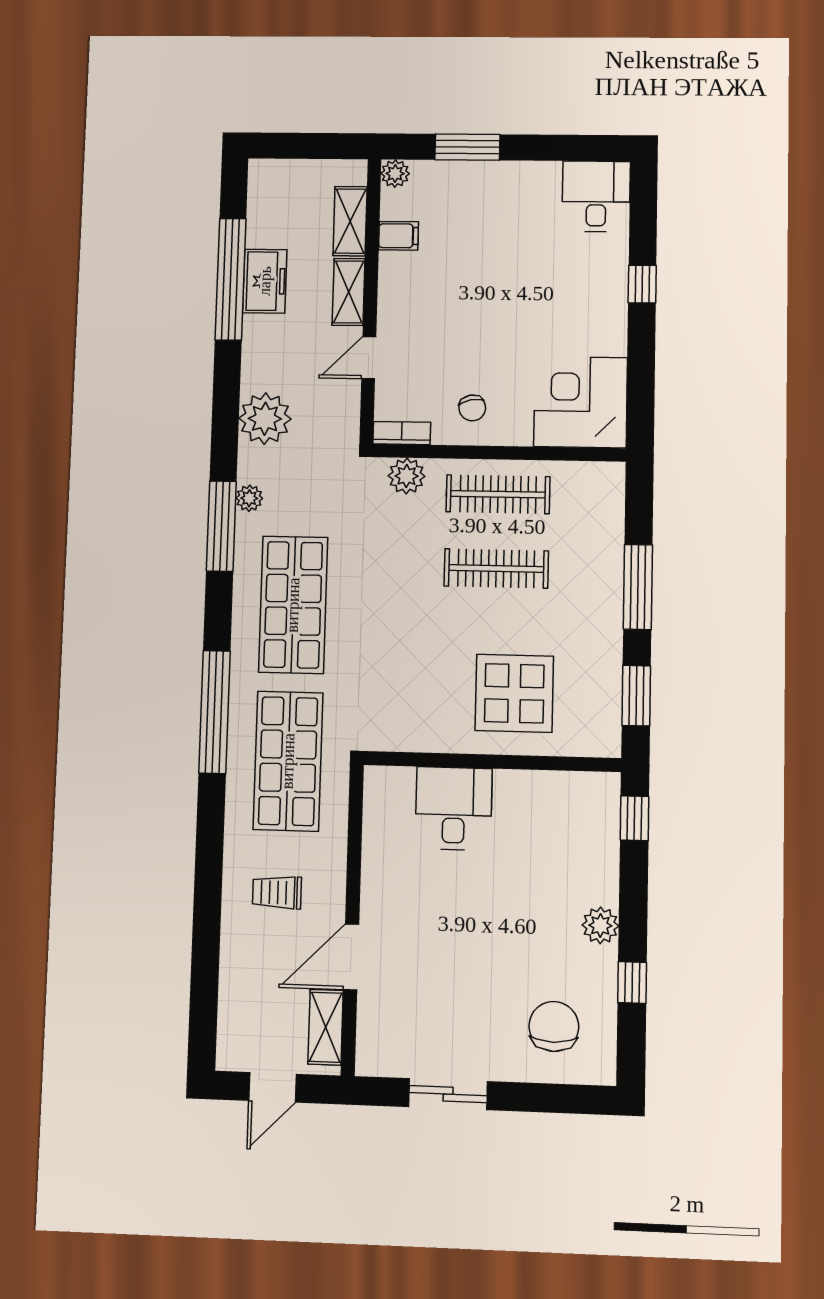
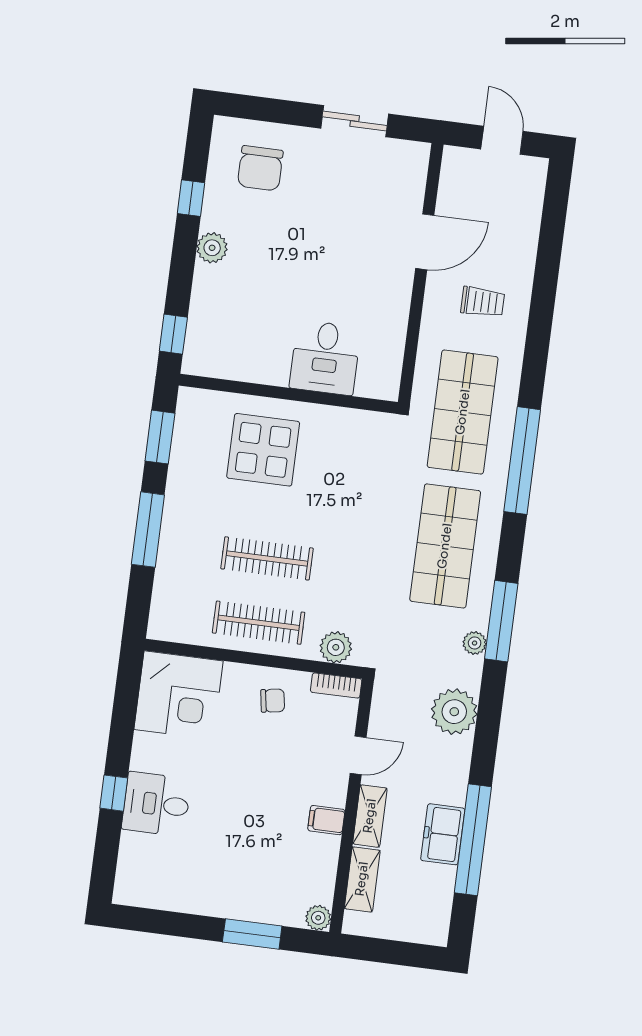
desk: (596, 196) -> (156, 804), moved, turned 90
filing cabinet: (398, 236) -> (326, 820), moved
chair: (472, 408) -> (273, 701), turned 93
shelving: (326, 1027) -> (452, 186), removed
door: (273, 1087) -> (502, 140), hinge flipped

